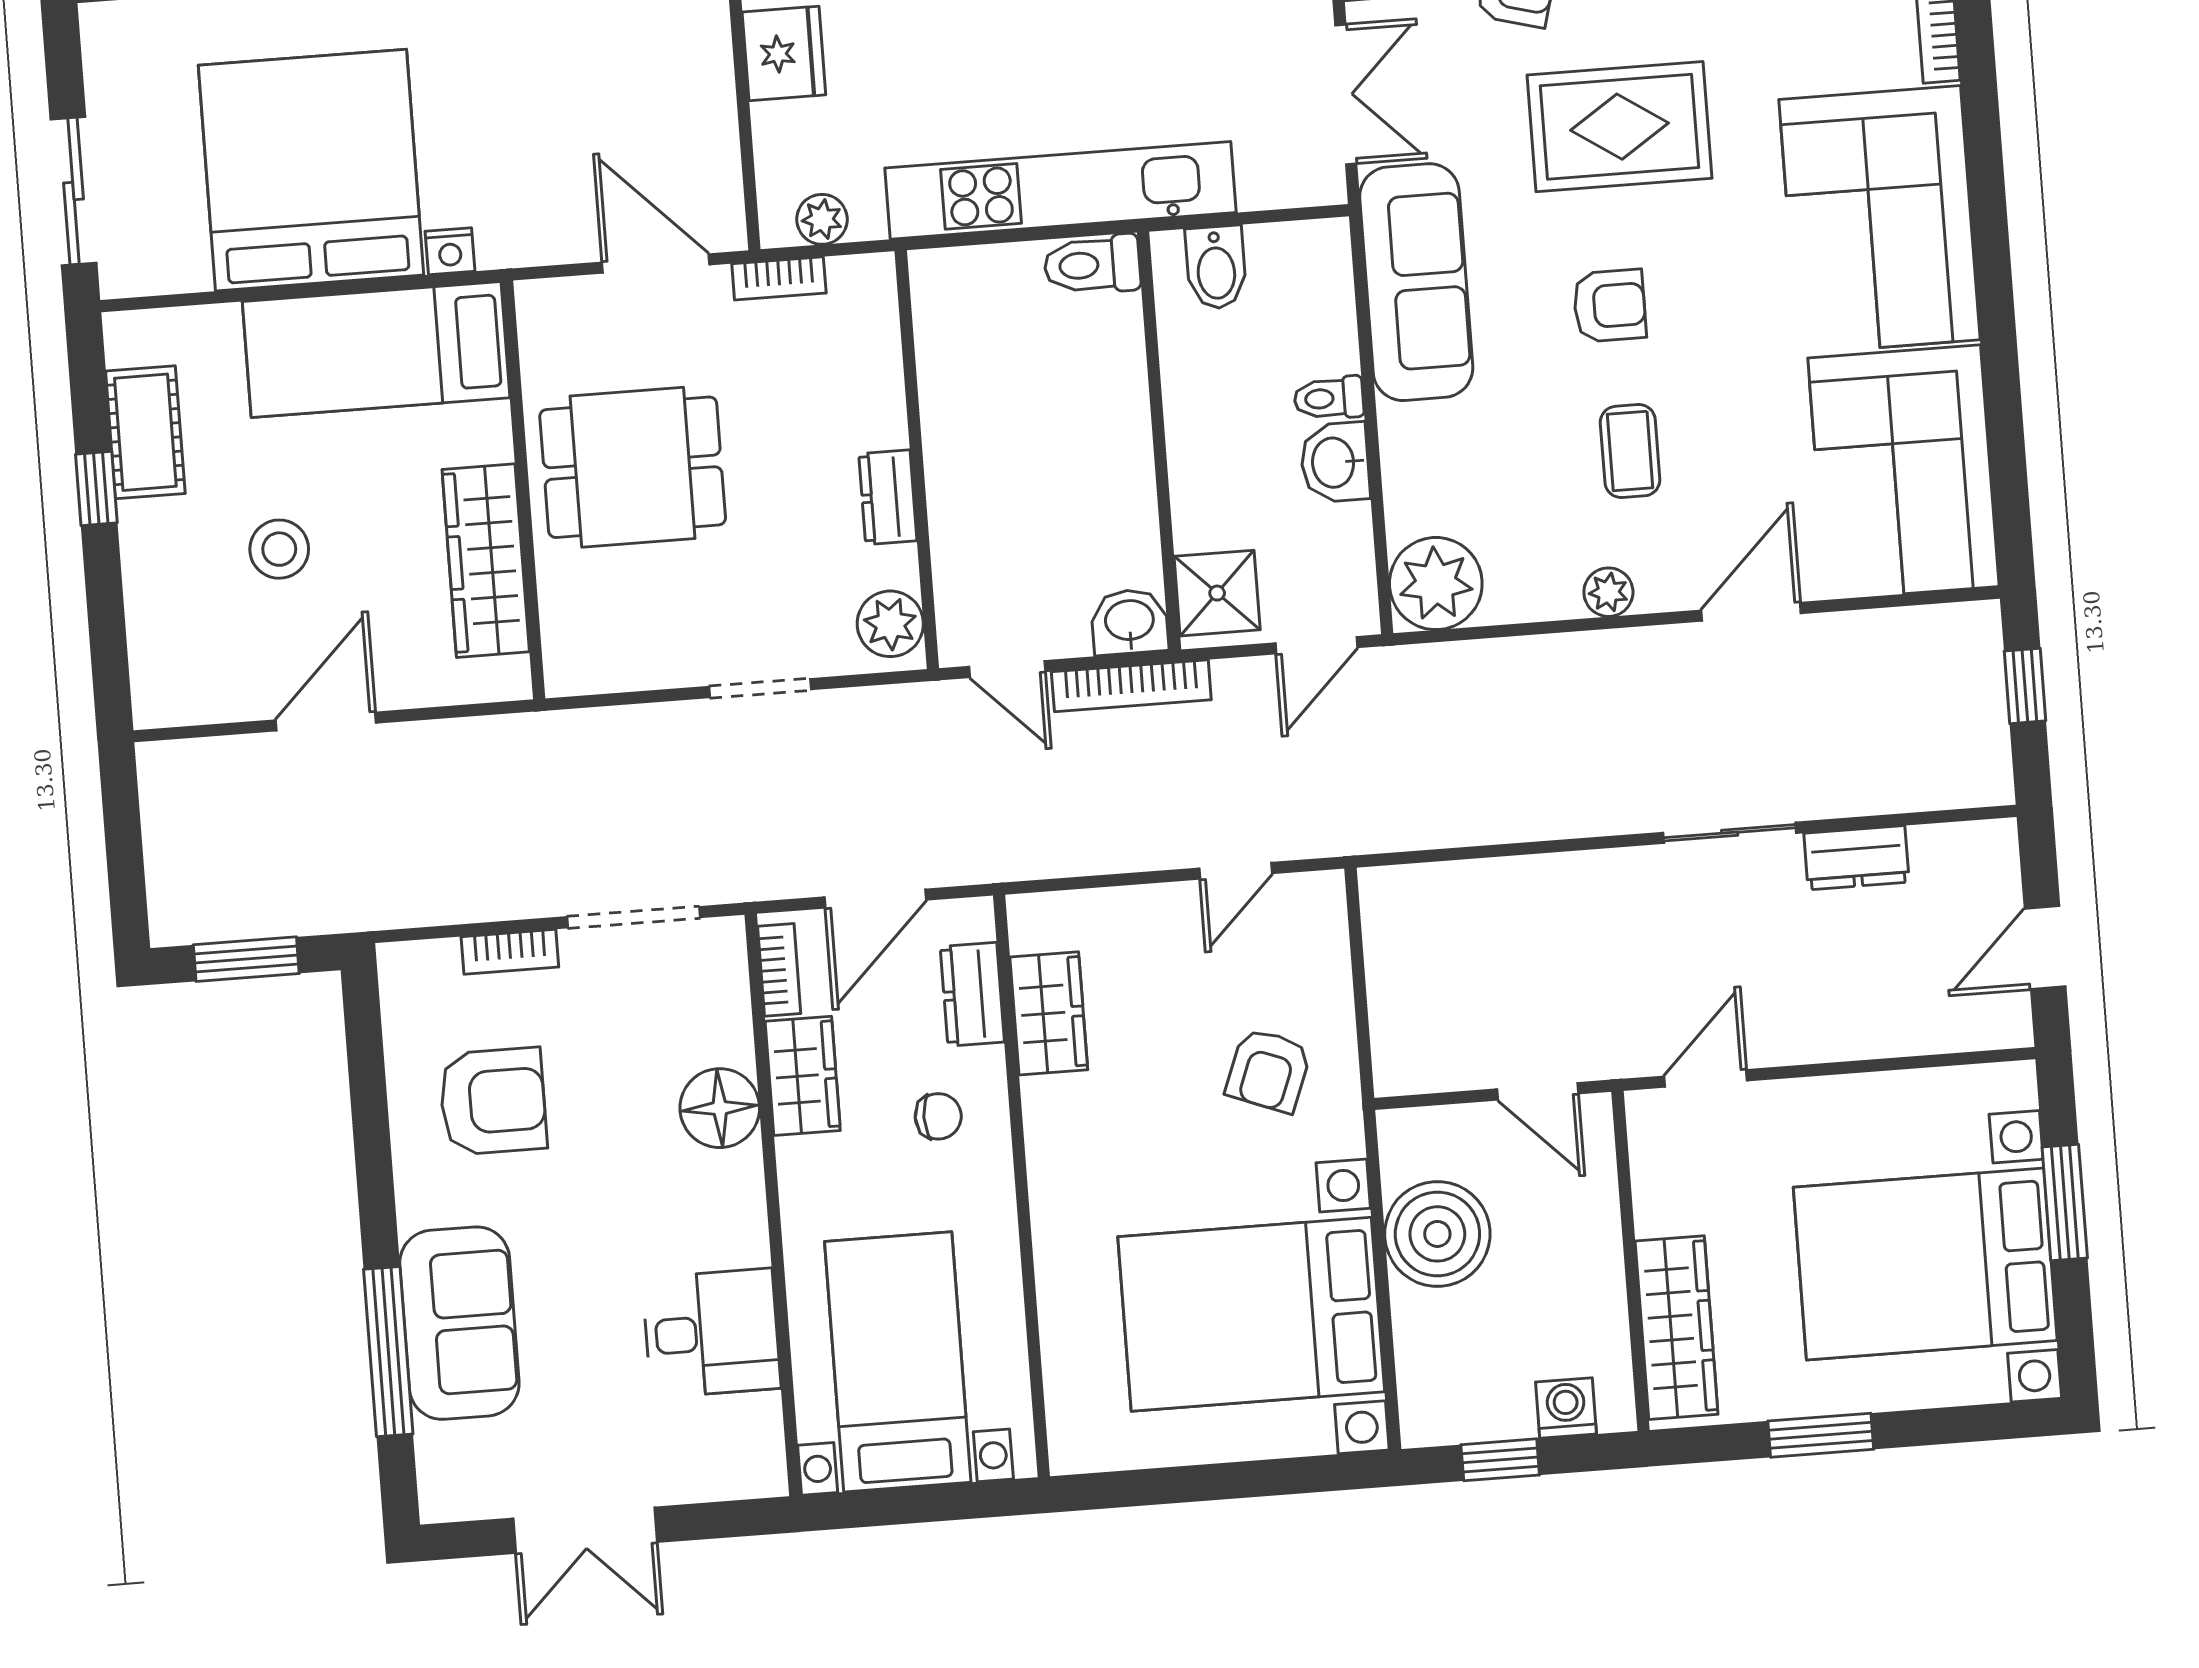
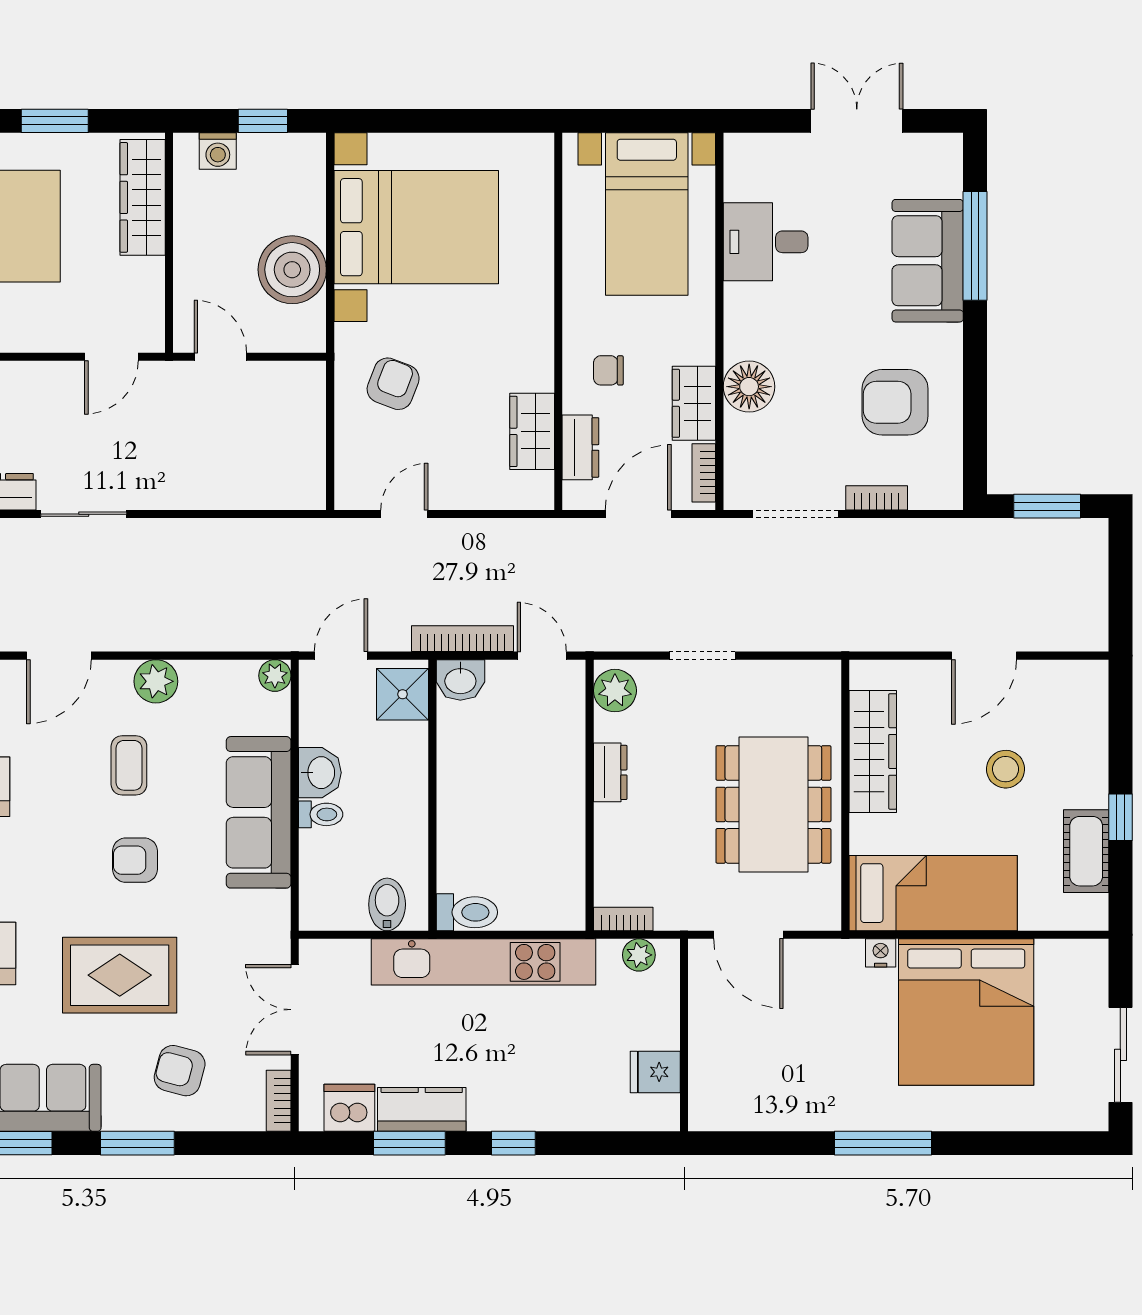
fridge: (784, 53) -> (655, 1072), width x0.72
sliding door: (74, 191) -> (1120, 1055), moved
bookcase: (779, 278) -> (623, 919), moved
sofa: (1416, 282) -> (259, 812), moved
dining table: (633, 467) -> (773, 804), width x1.38
plant: (1436, 584) -> (275, 676), width x0.53, depth x0.53
plant: (1608, 592) -> (156, 681), width x1.38, depth x1.38

